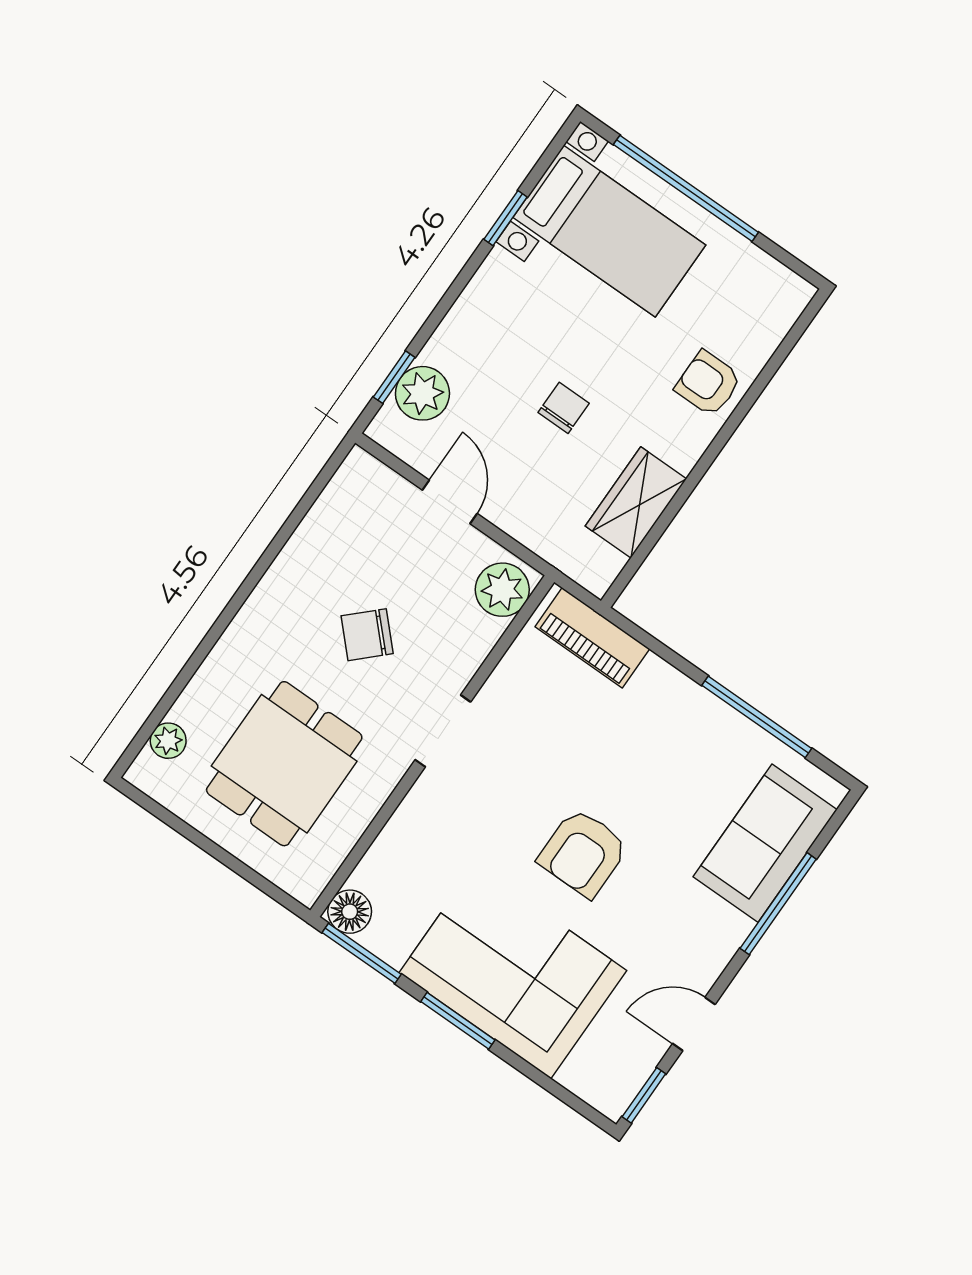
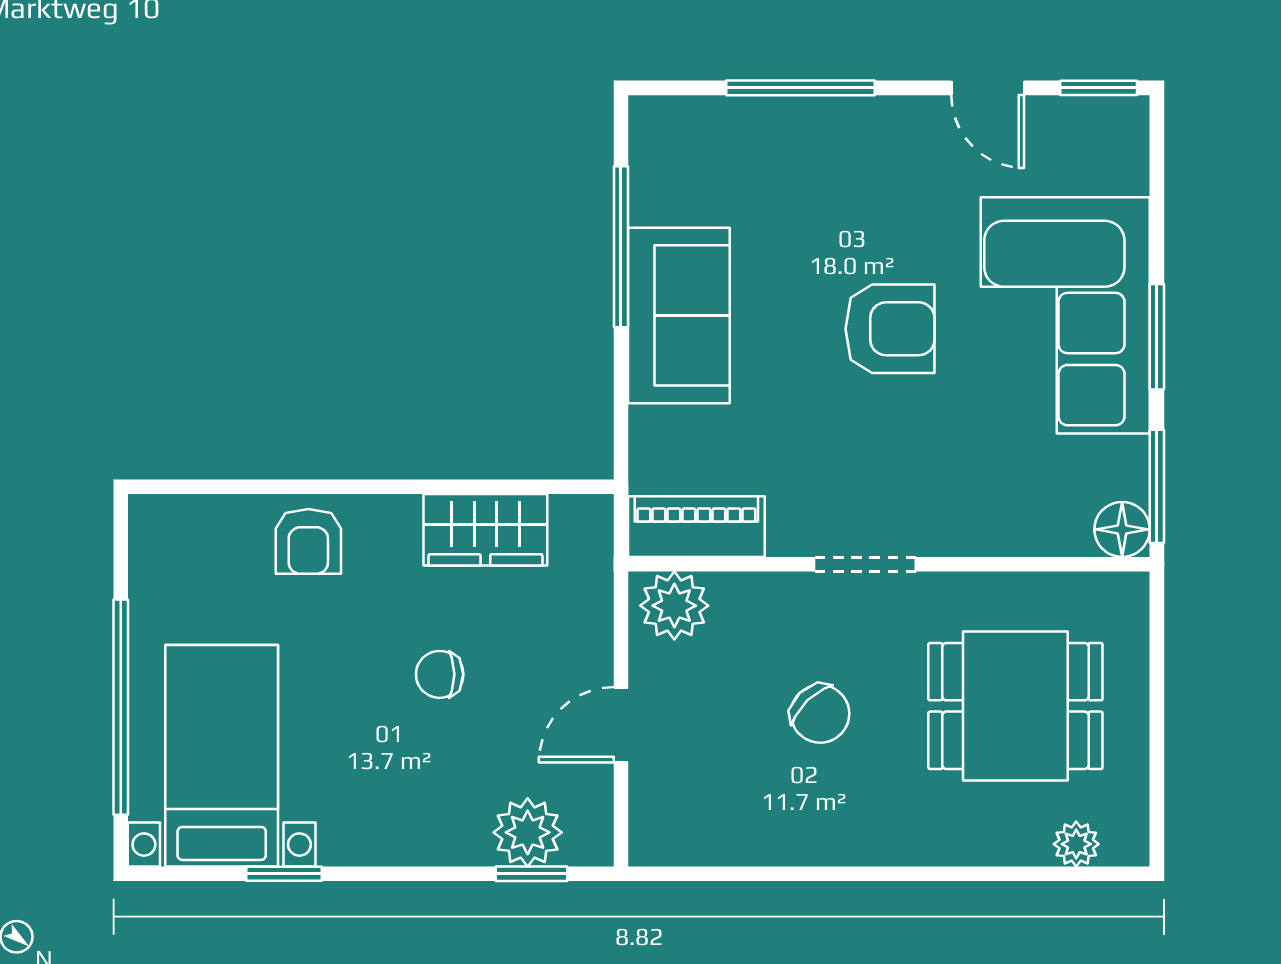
piano: (592, 638) -> (696, 527), moved, turned -90
sofa: (765, 843) -> (679, 315), moved, turned -90

